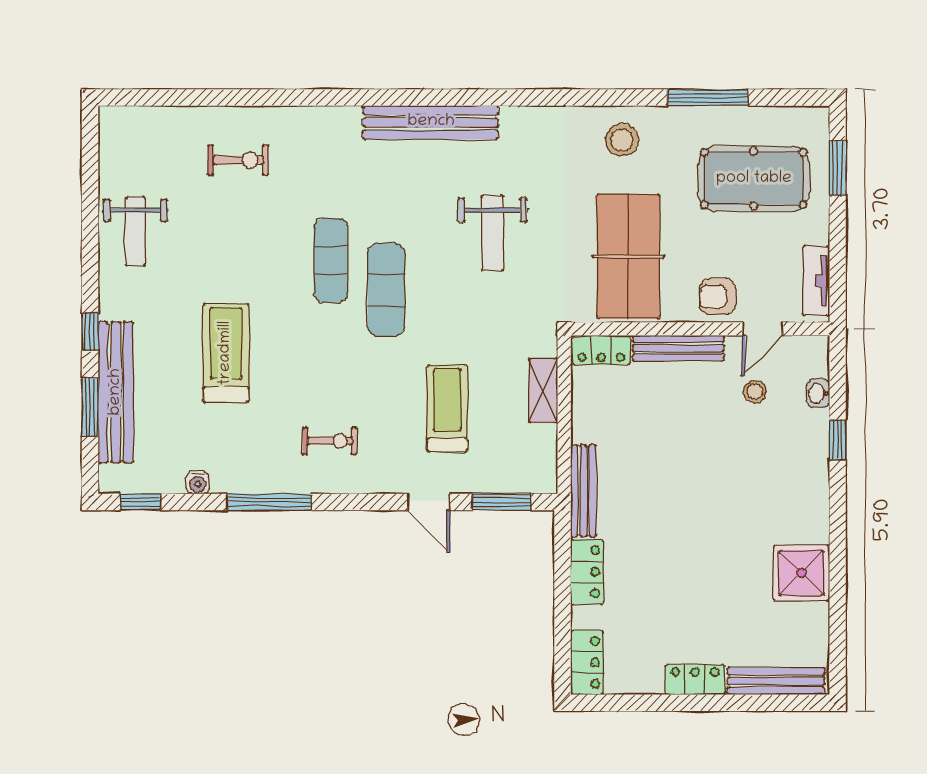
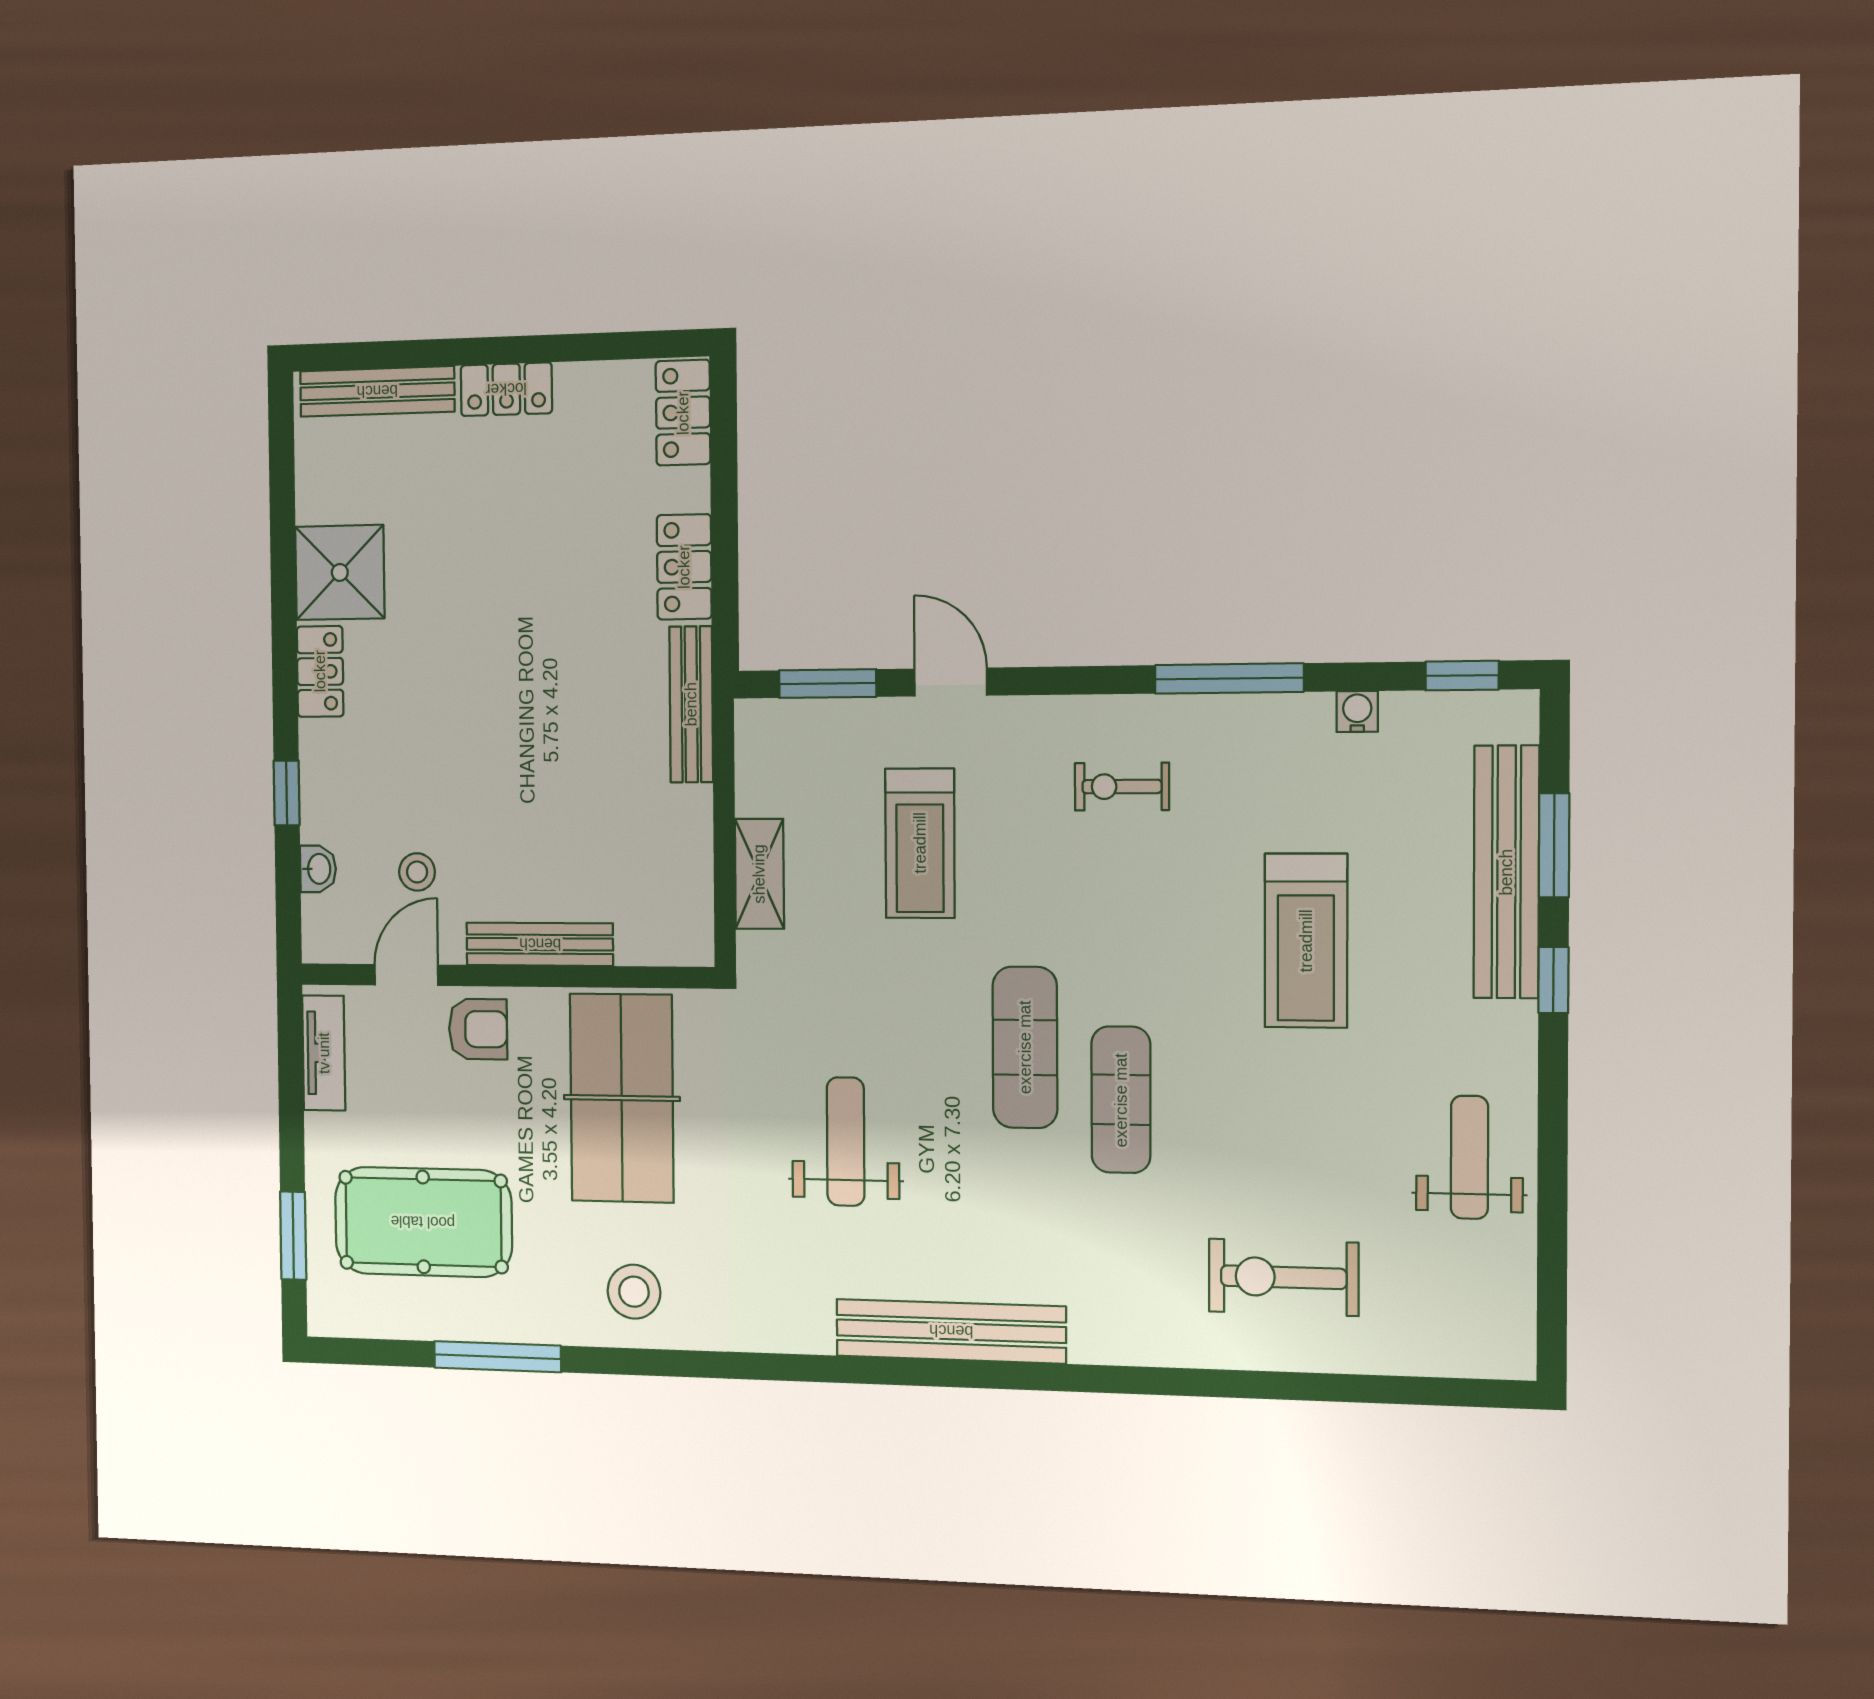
exercise bike: (238, 160) -> (1284, 1277), width x1.38, depth x1.39
locker: (601, 350) -> (320, 671), moved, turned 90

